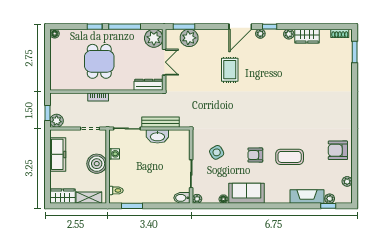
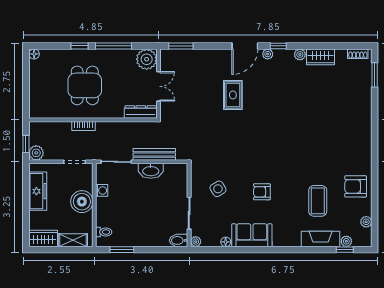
plant: (189, 38) -> (187, 59), removed
coffee table: (290, 157) -> (318, 201), moved, turned 90

